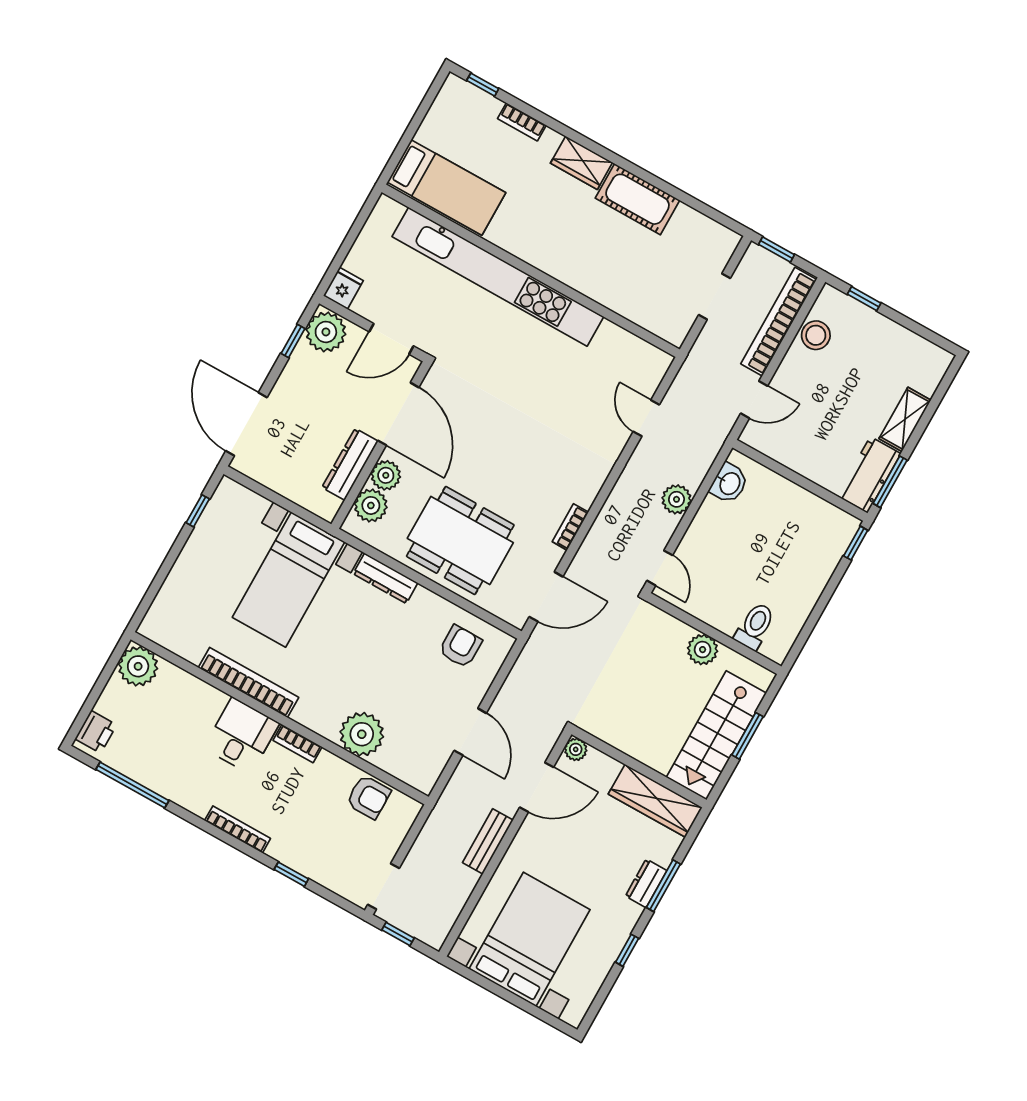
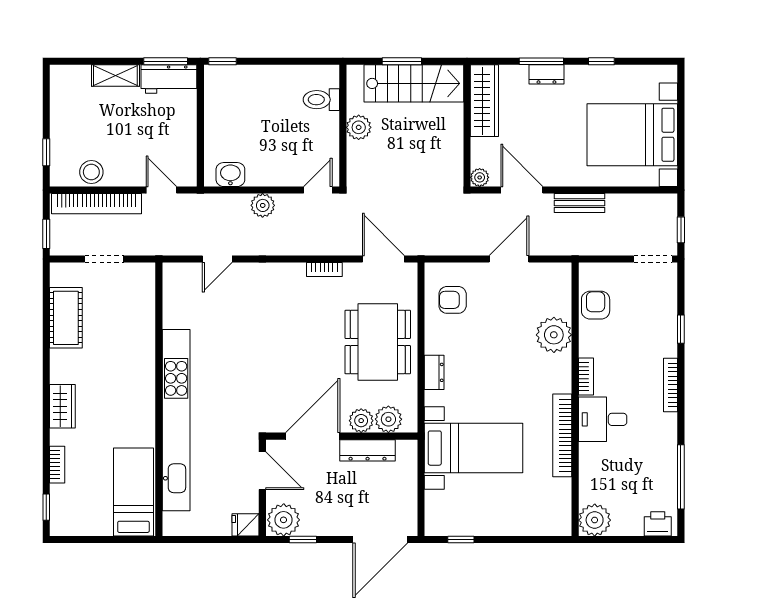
cot: (637, 199) -> (66, 318), moved
dresser: (385, 578) -> (434, 372), width x0.70

